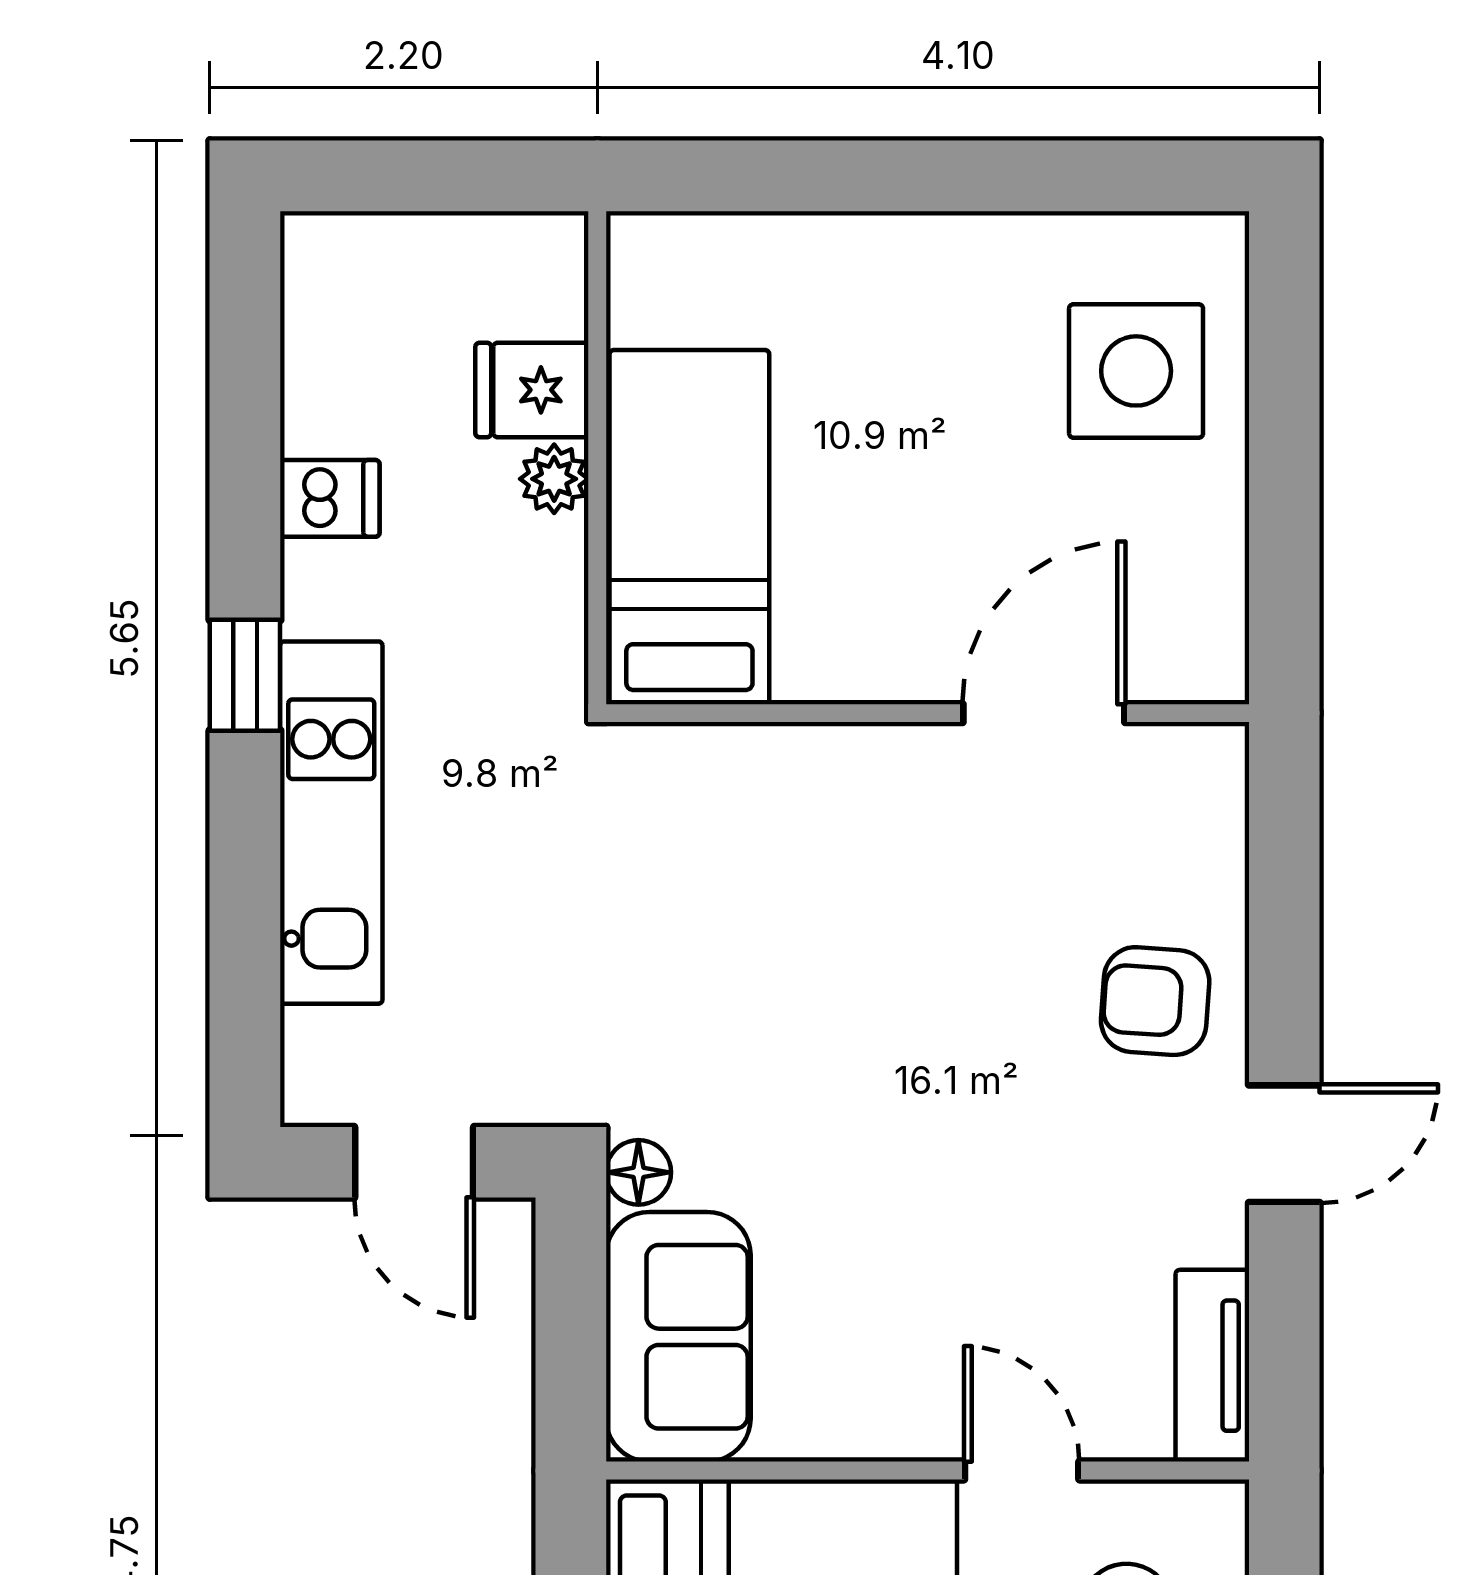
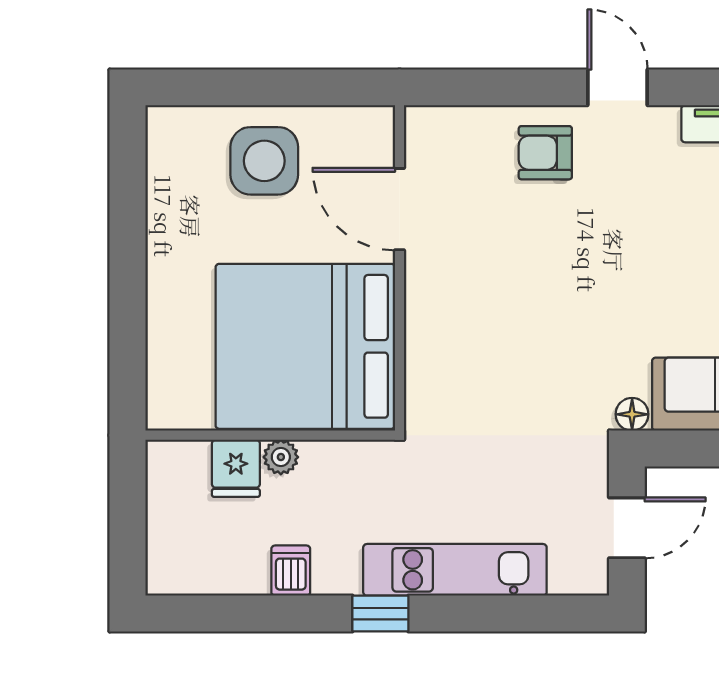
side table: (1136, 371) -> (264, 161), moved
bed: (689, 527) -> (305, 346), width x2.04
armchair: (1155, 1001) -> (545, 153), turned 86

